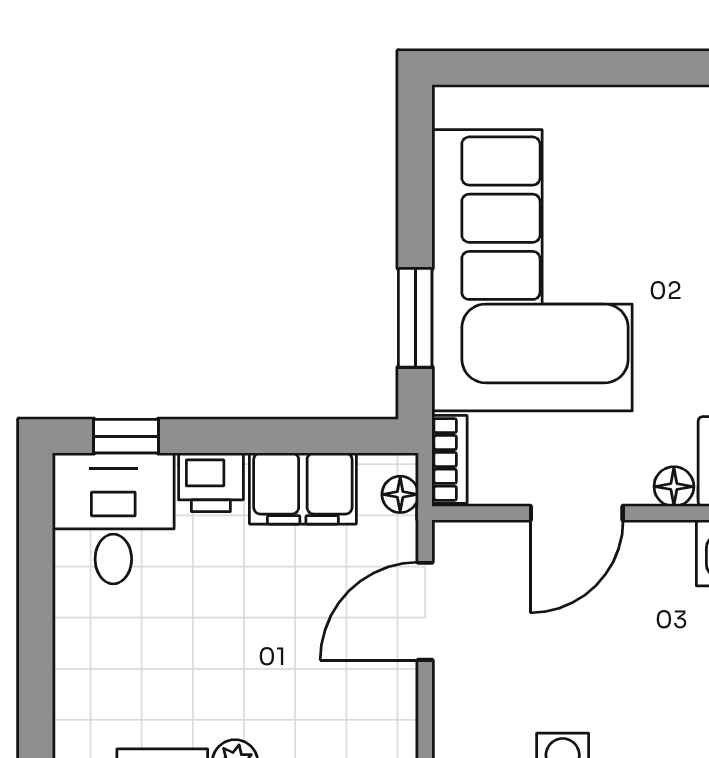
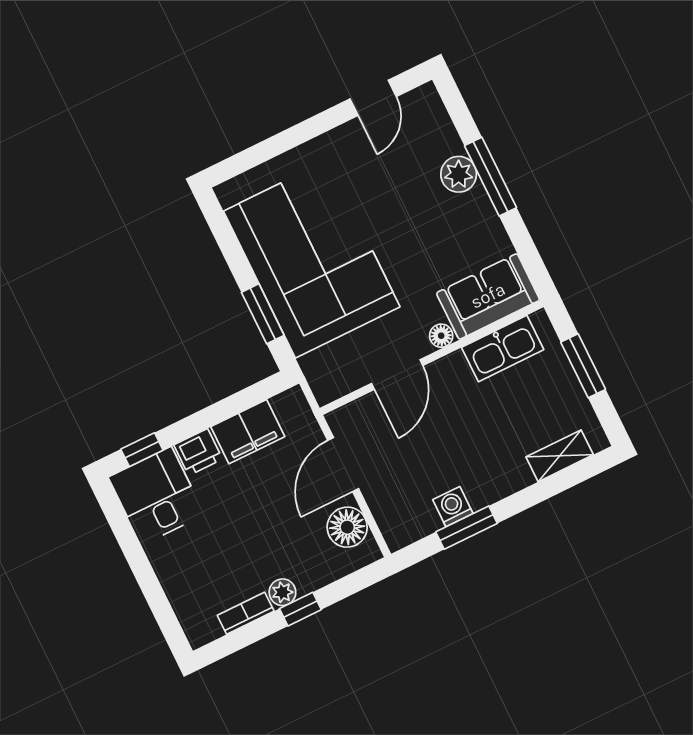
bookcase: (449, 459) -> (317, 379), removed
floor lamp: (400, 494) -> (347, 527), moved, width x1.89, depth x1.89

